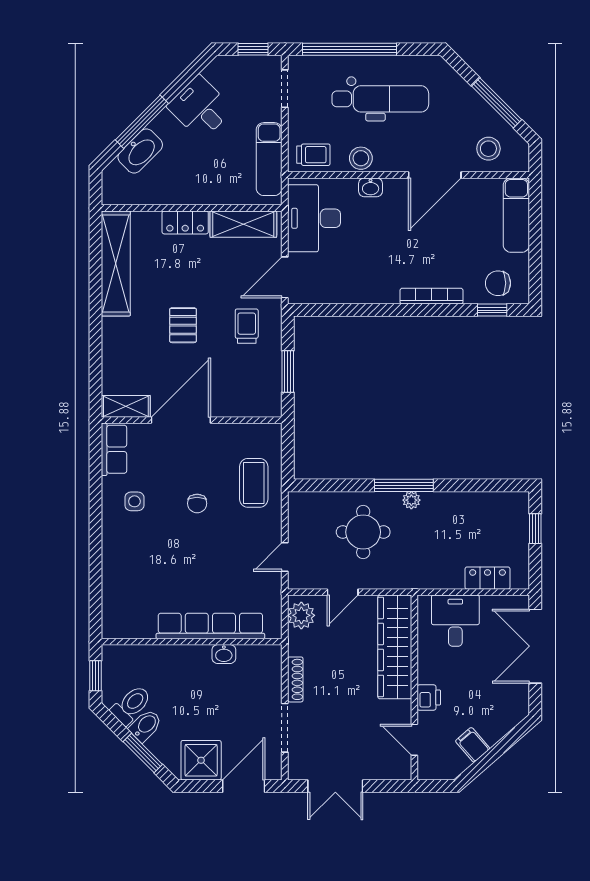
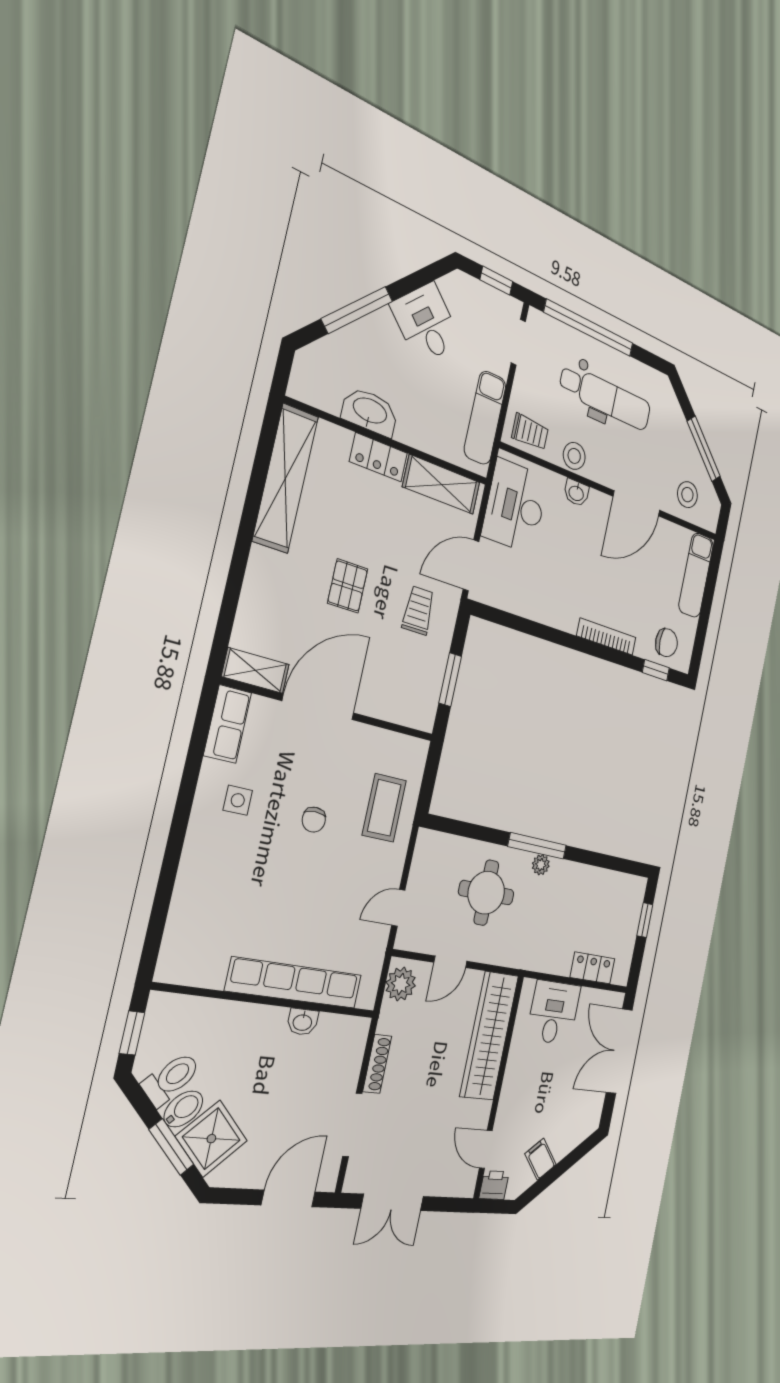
washbasin: (140, 151) -> (370, 412), moved, turned -135
chair: (498, 283) -> (667, 643), turned 180
printer: (429, 698) -> (494, 1185), moved, turned -90
shower: (201, 760) -> (211, 1139), moved, turned 45

